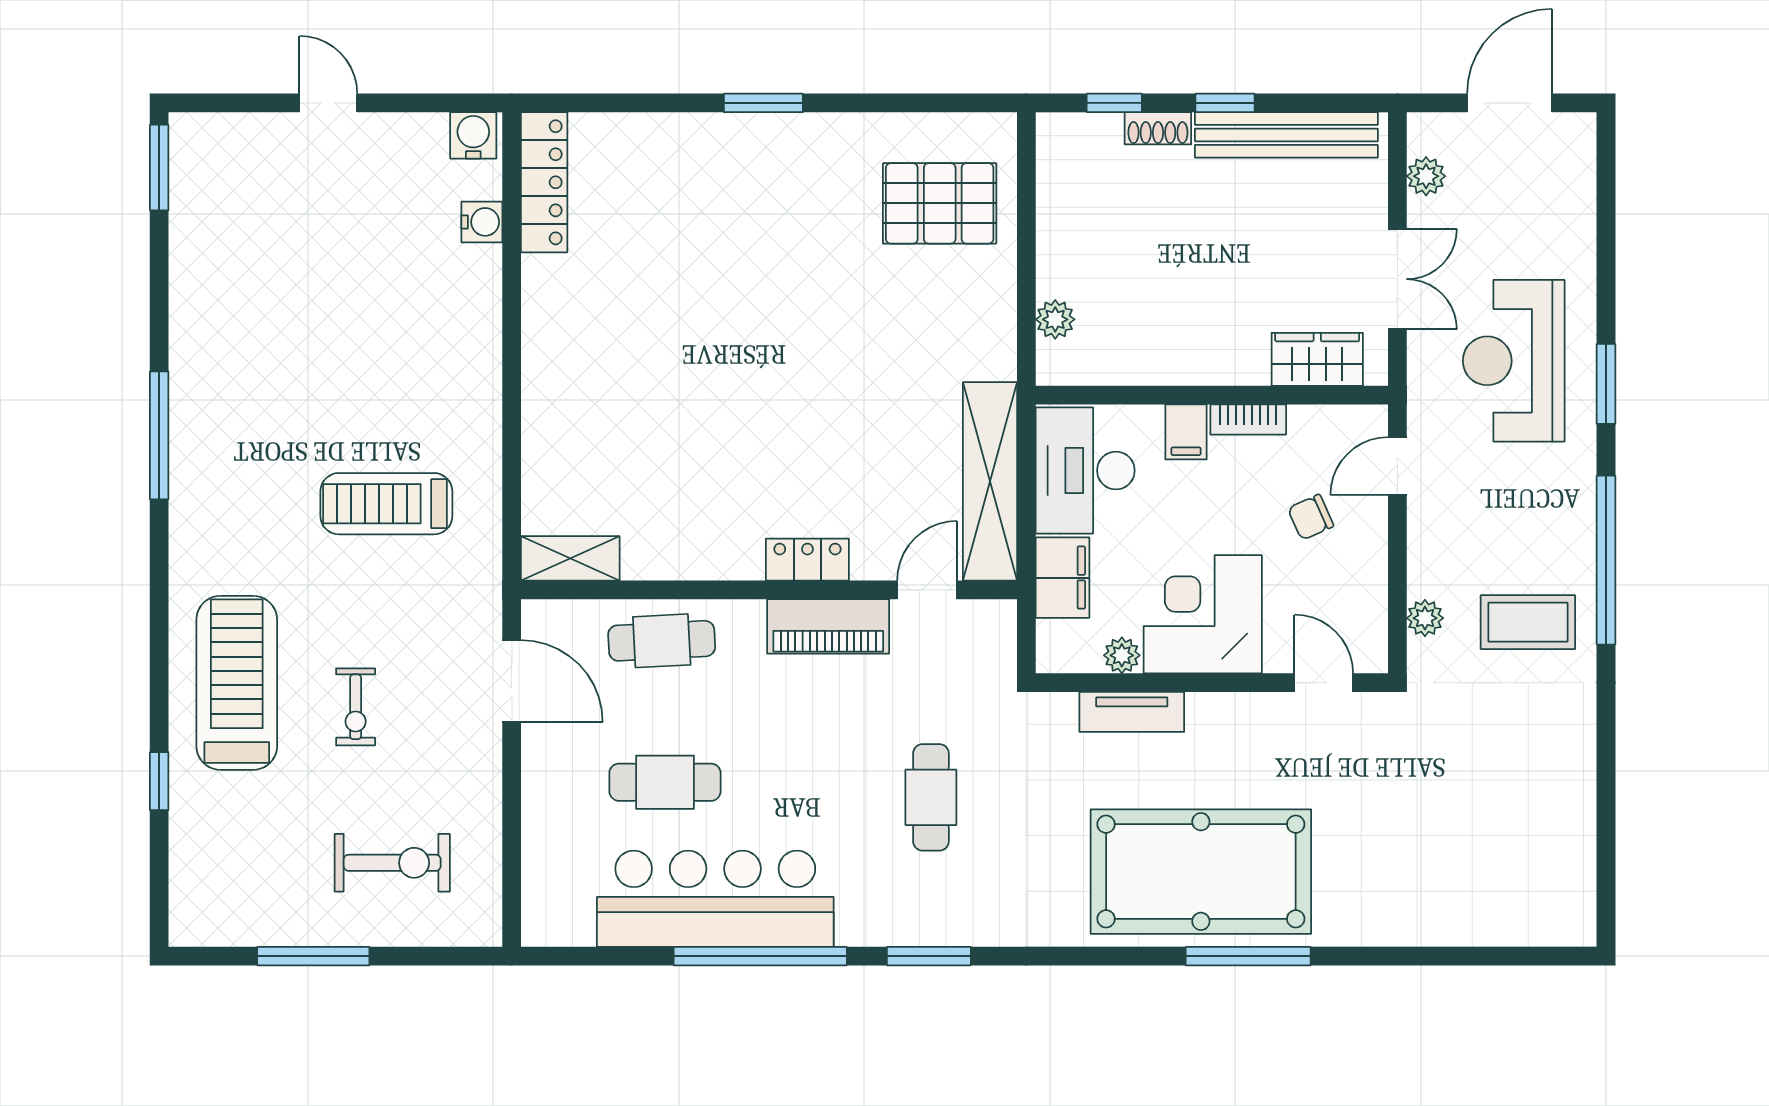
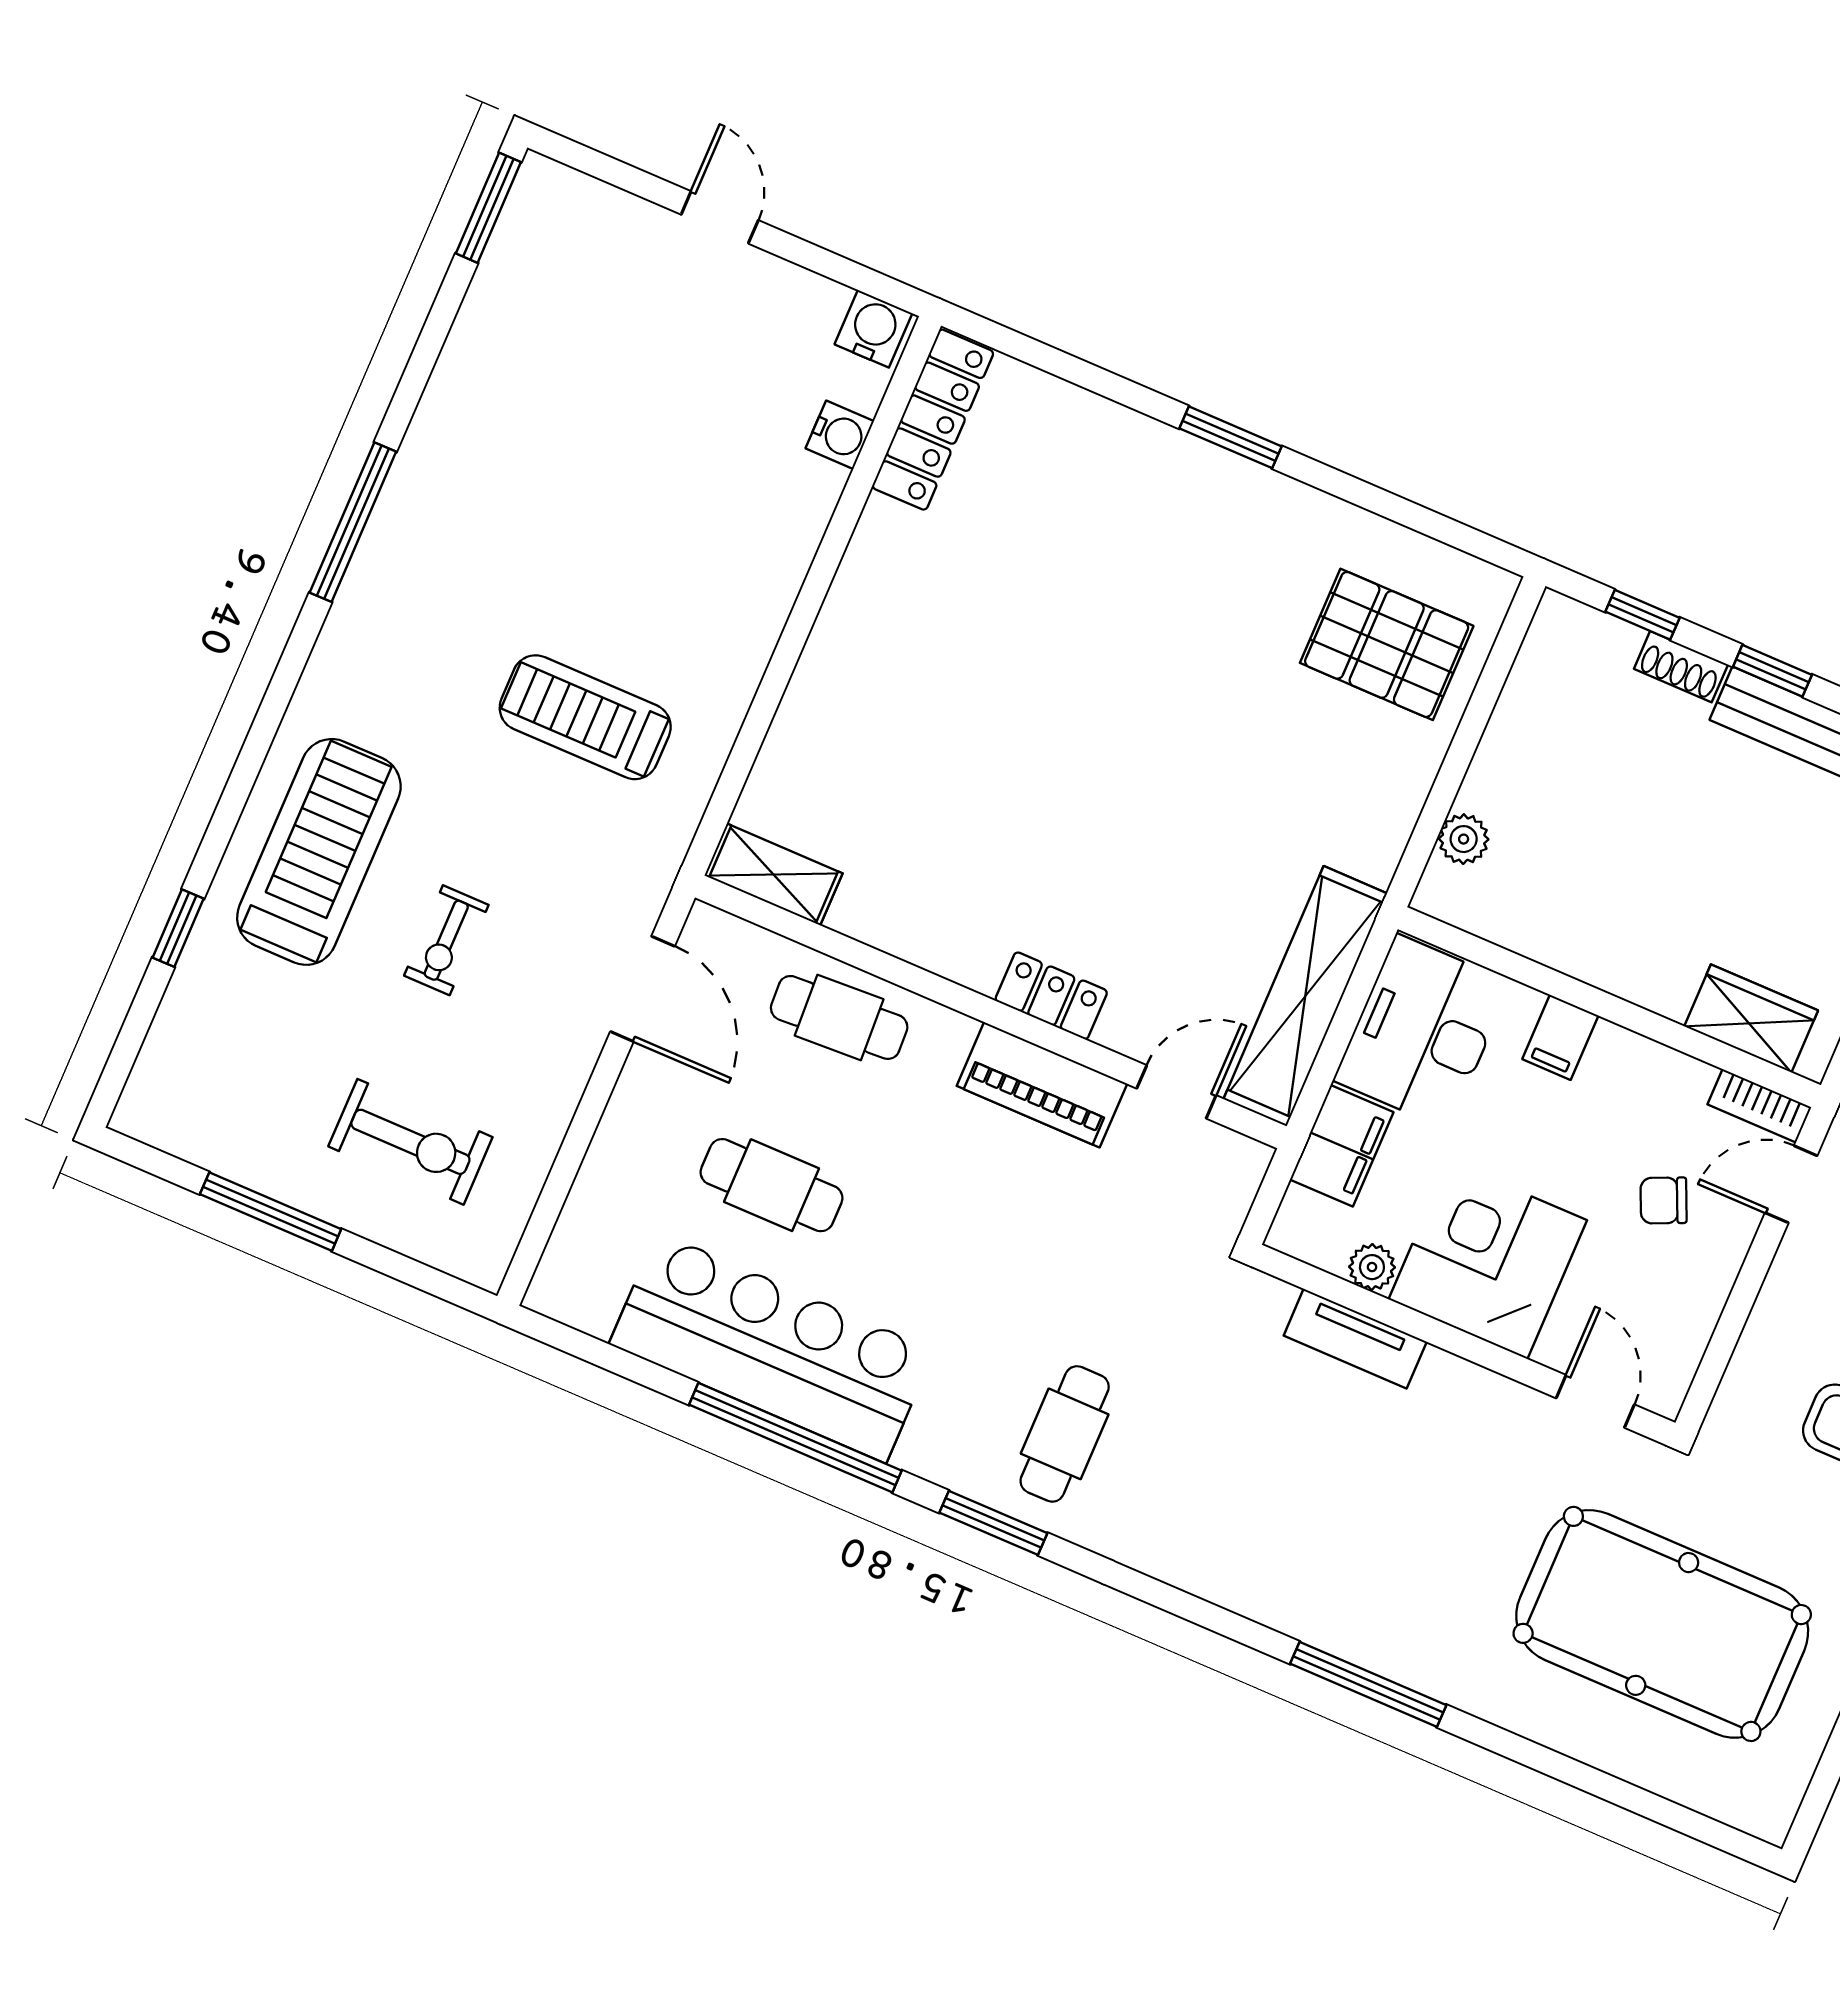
bookcase: (1248, 420) -> (1759, 1106), moved
plant: (1425, 618) -> (1747, 1377), removed
cafe table: (931, 797) -> (1065, 1434), moved
pool table: (1201, 872) -> (1662, 1624), moved

